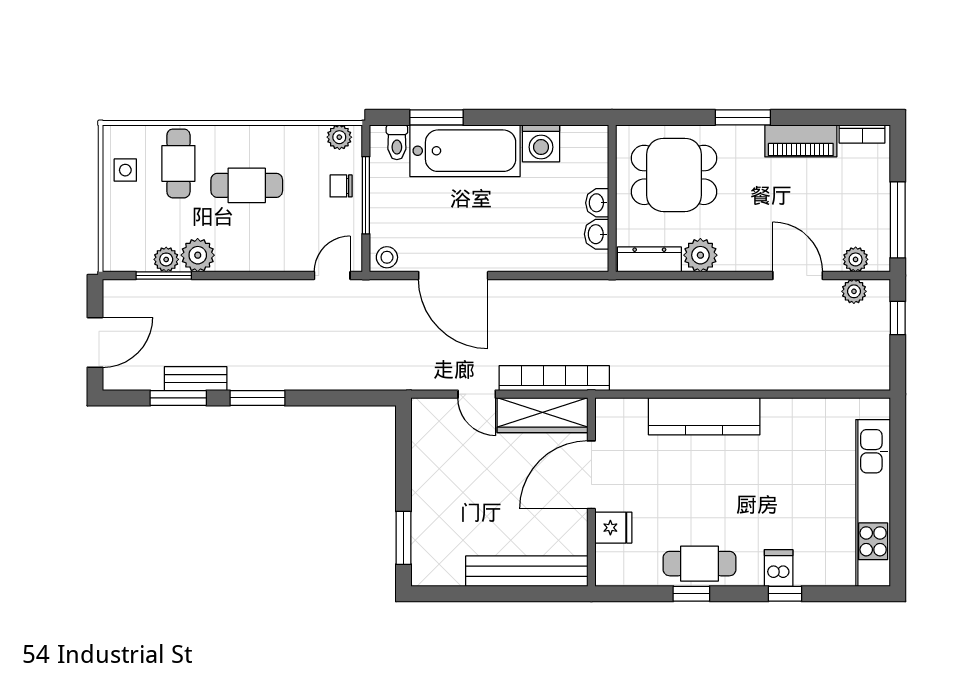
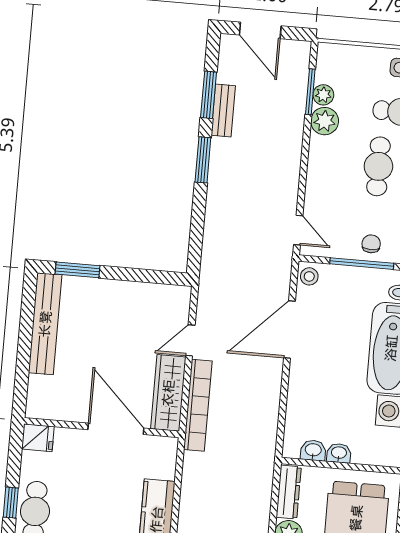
fridge: (613, 528) -> (38, 438), moved, turned -90
bench: (527, 571) -> (45, 324), moved

